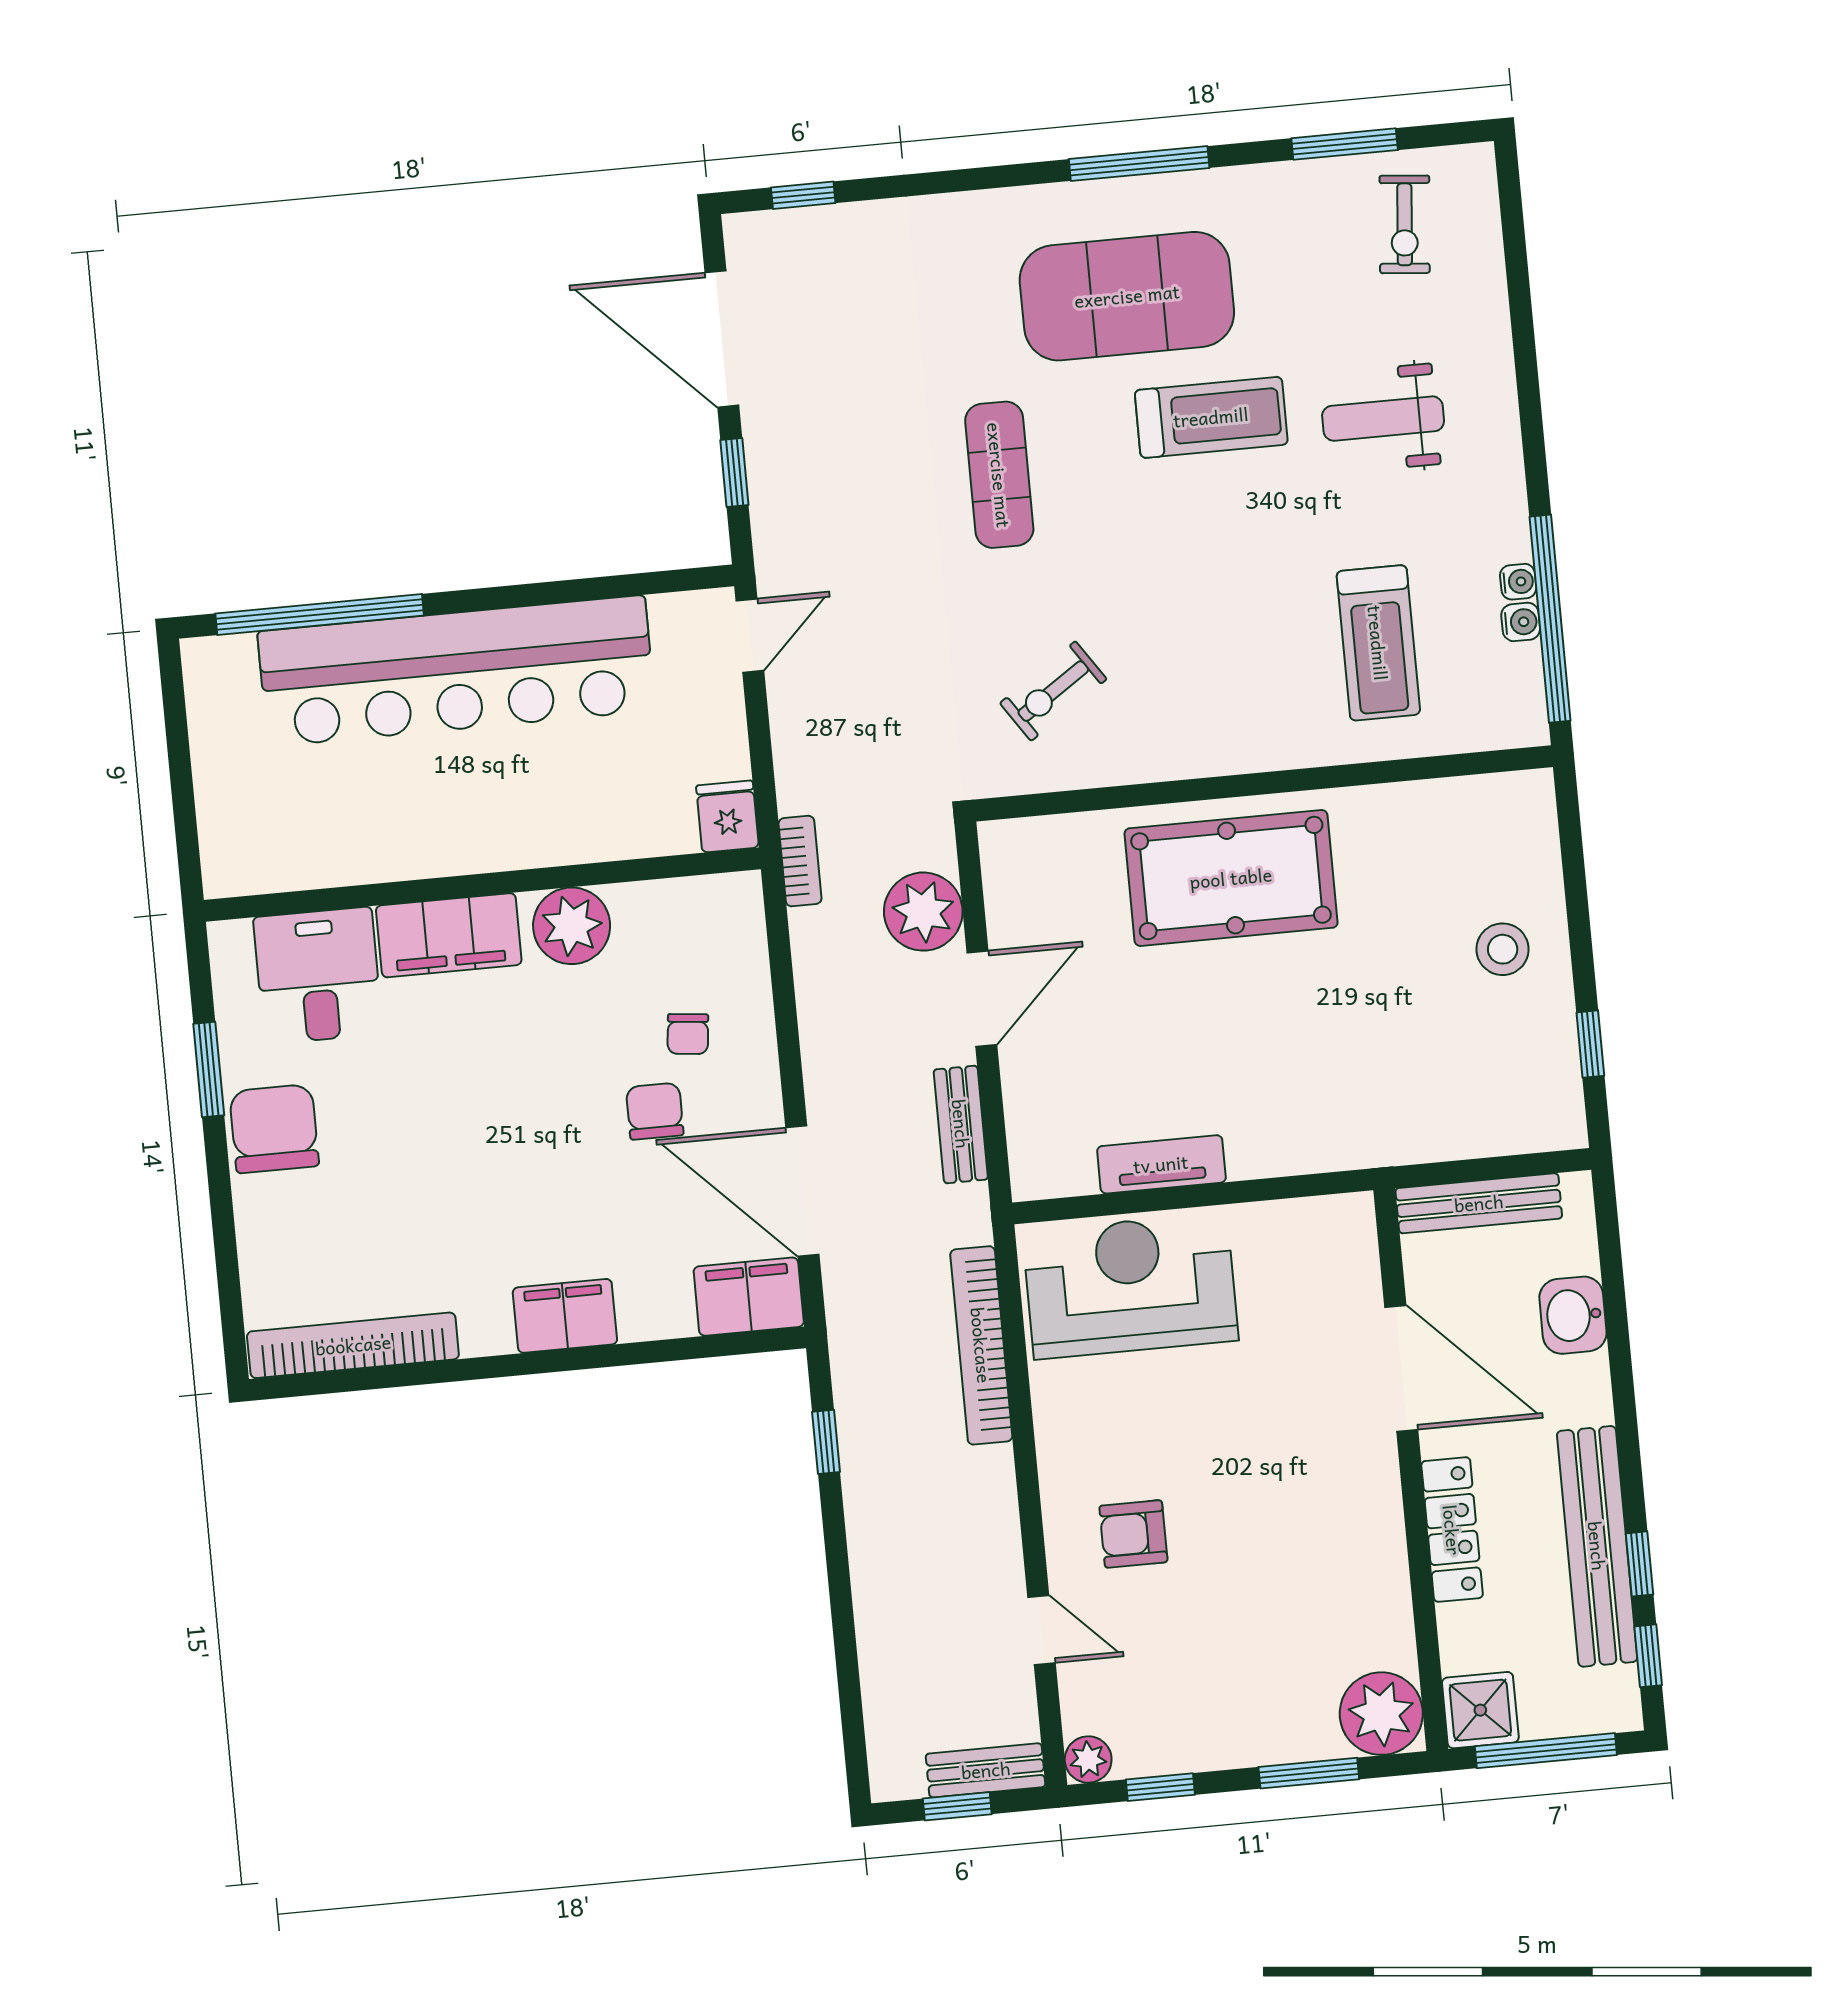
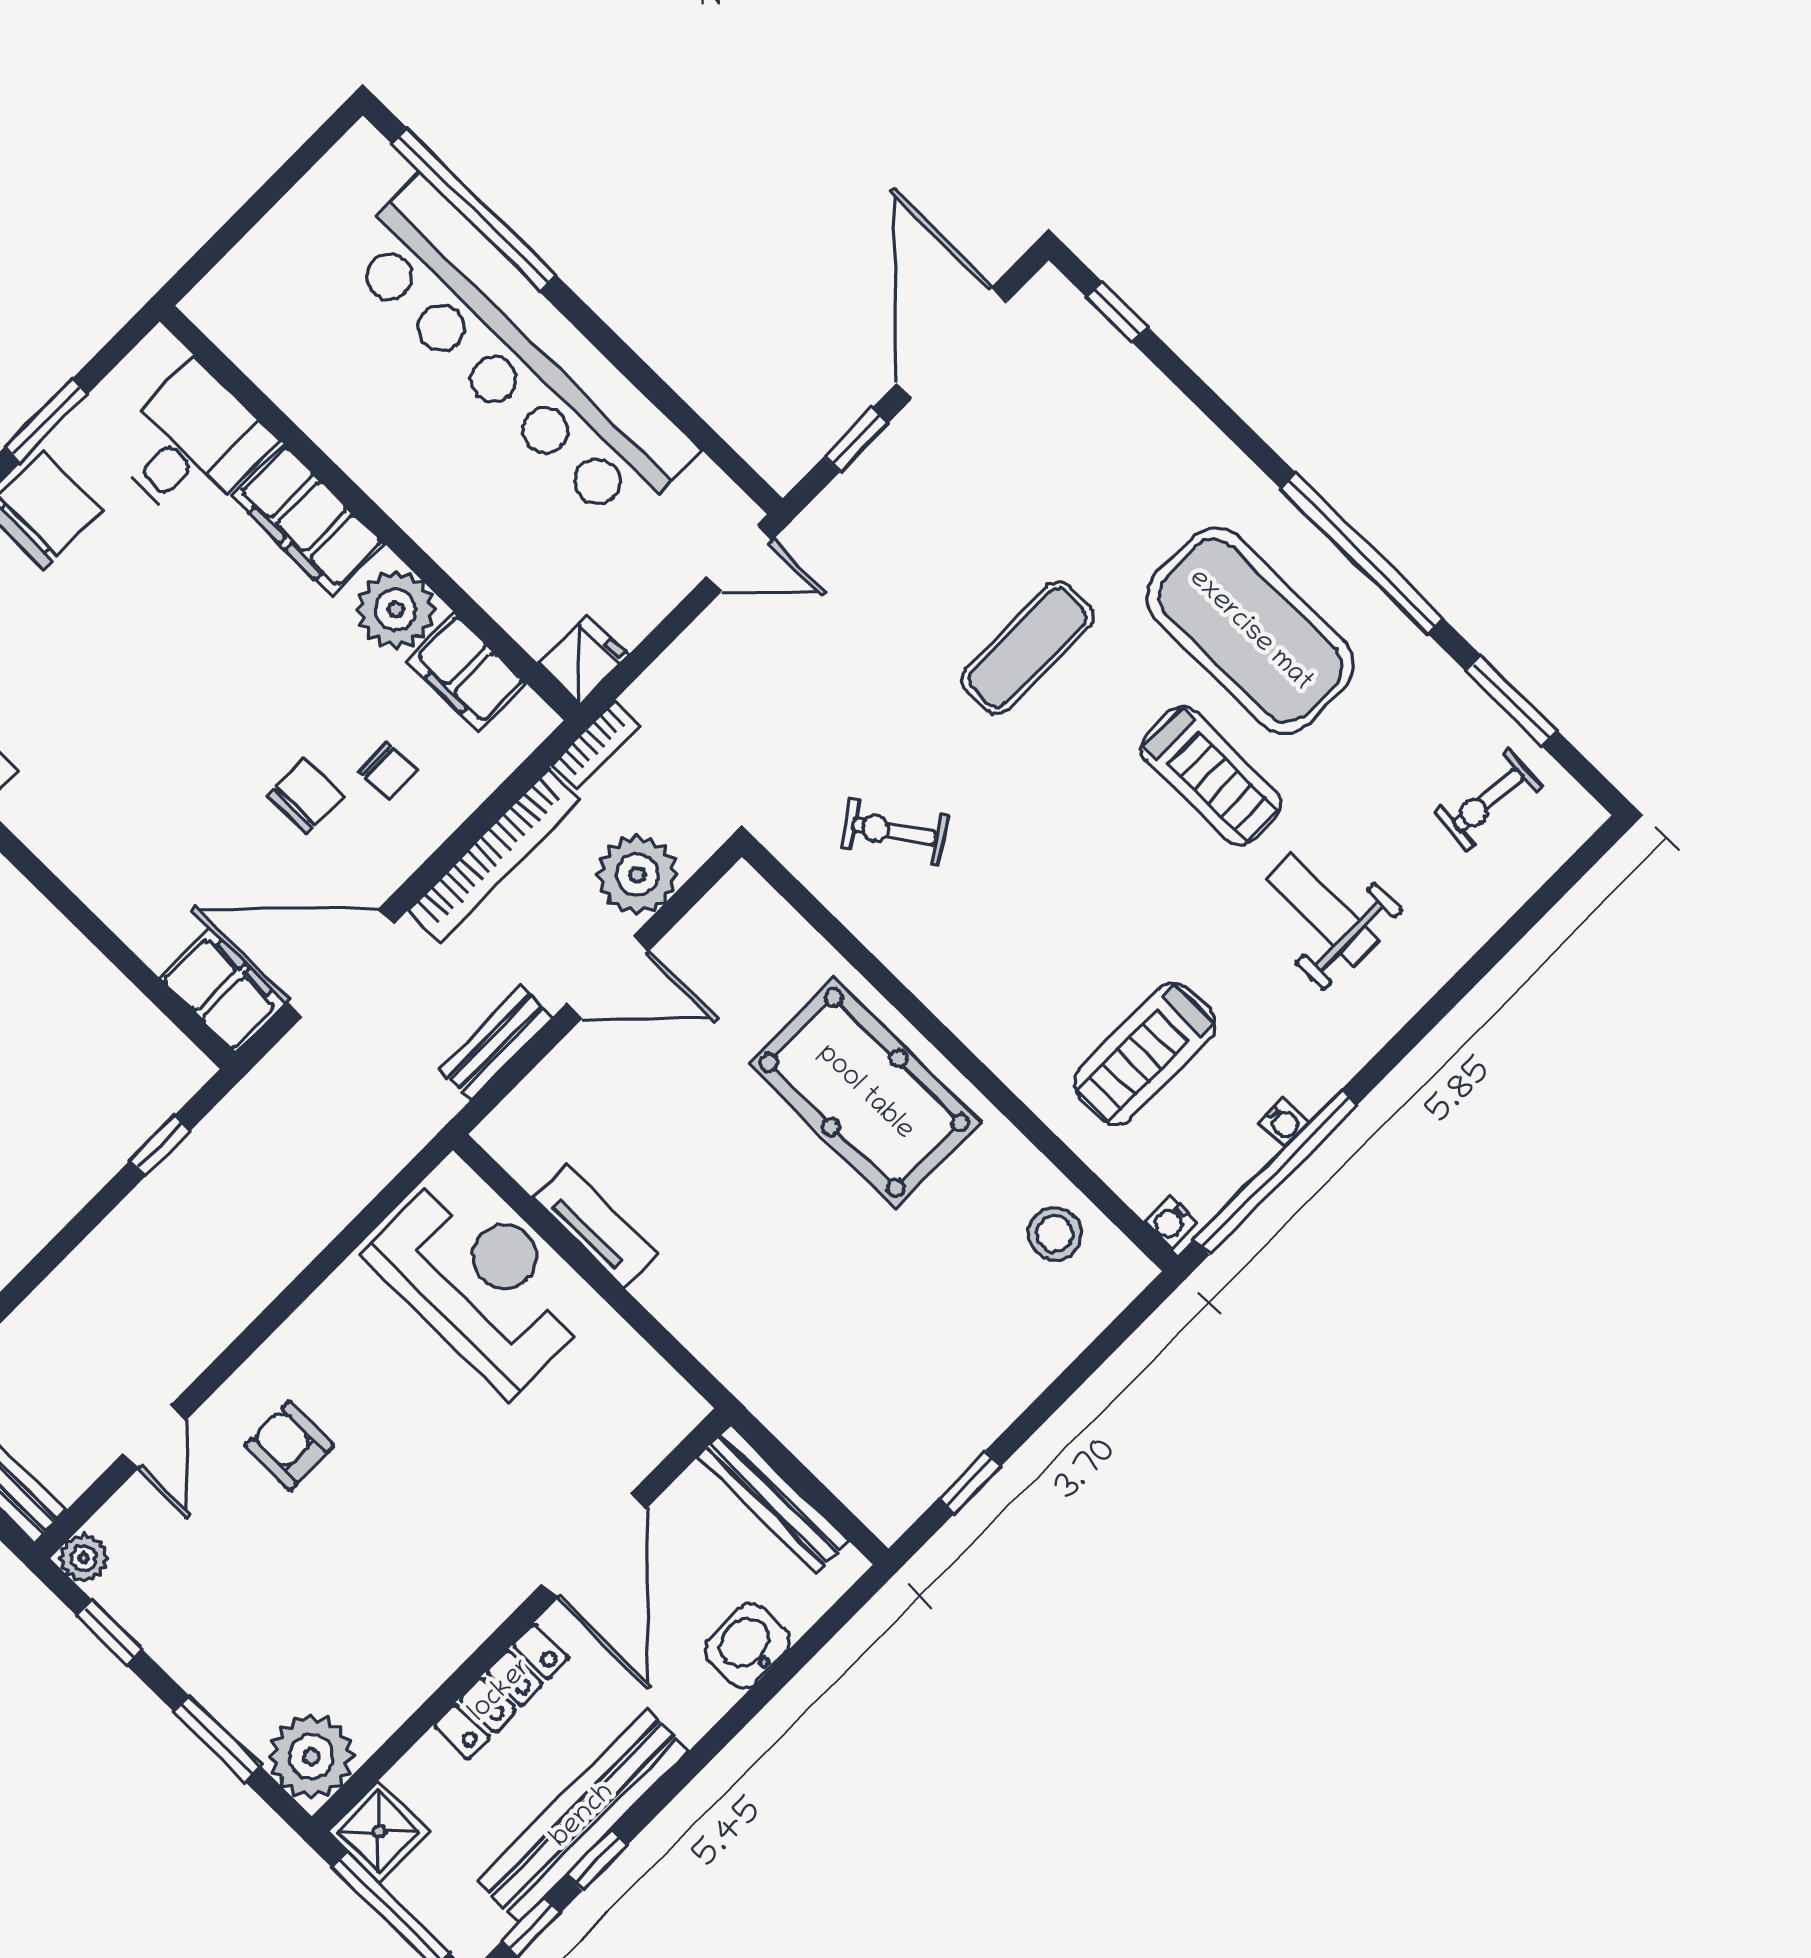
window: (1139, 163) -> (1362, 553), width x1.46
water cooler: (1521, 622) -> (1171, 1222), moved, turned 90
stool: (1503, 949) -> (1055, 1234), moved
chair: (688, 1034) -> (388, 771), turned -96
door: (802, 1191) -> (340, 963), hinge flipped
filing cabinet: (565, 1316) -> (467, 672), moved, turned 180
bookcase: (981, 1345) -> (494, 855), moved, turned 180

